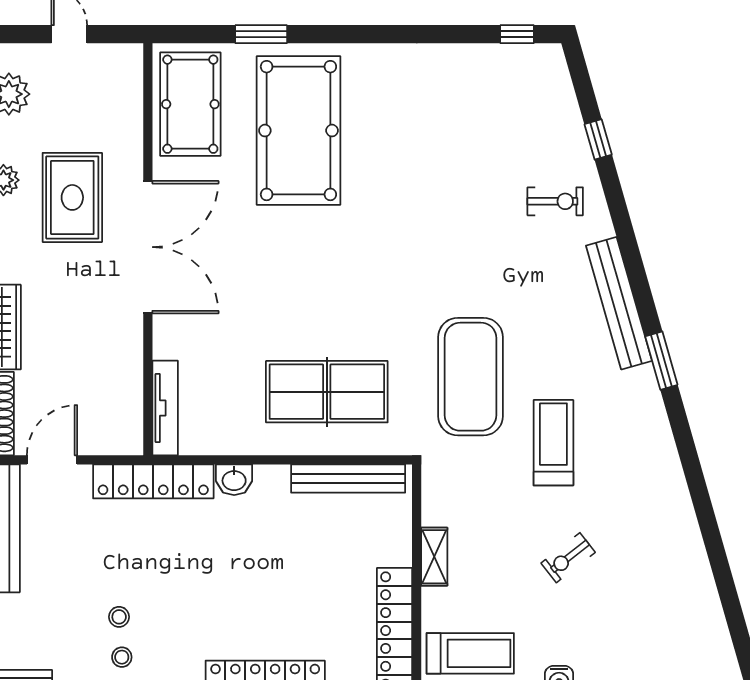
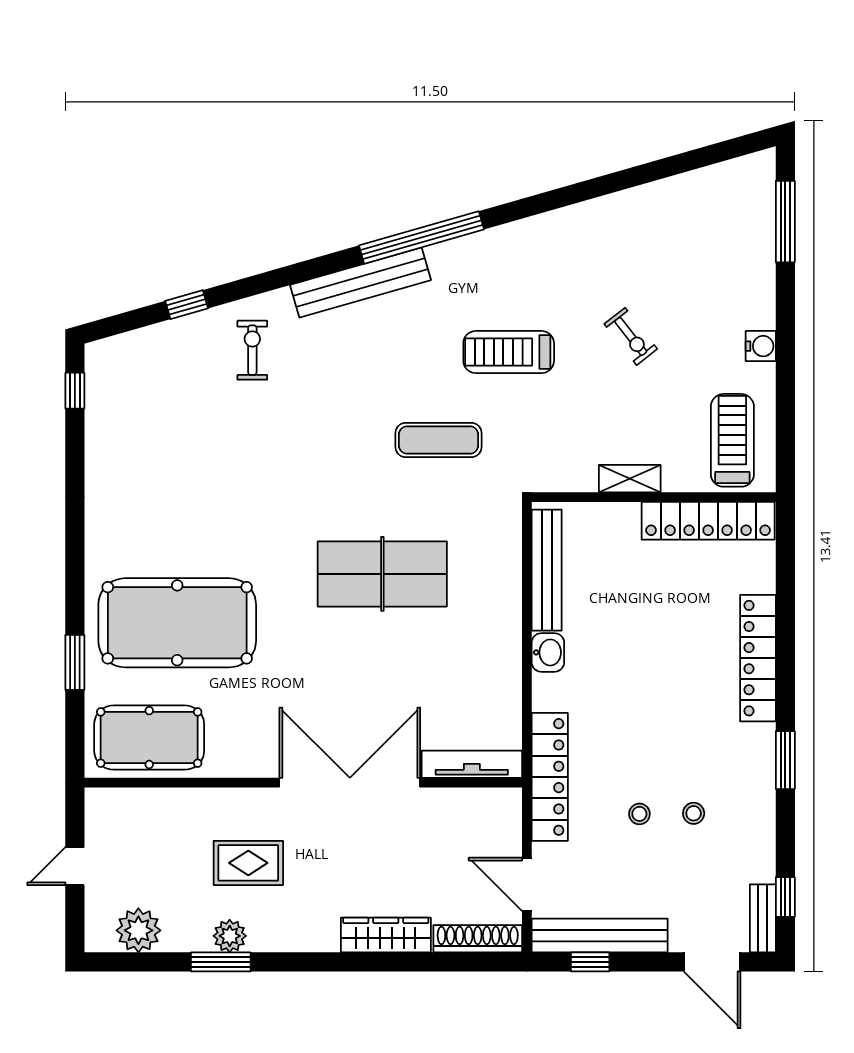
rug: (72, 197) -> (248, 863), width x0.73, depth x0.70
double door: (148, 247) -> (350, 783), moved
window: (661, 361) -> (421, 237), width x2.11
exercise mat: (471, 377) -> (439, 440), width x0.50, depth x0.69
table tennis table: (327, 392) -> (382, 574), moved, turned 90
washbasin: (234, 480) -> (548, 652), moved
stool: (122, 657) -> (639, 814), moved

